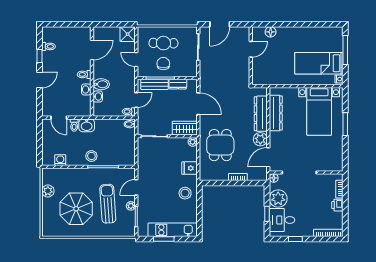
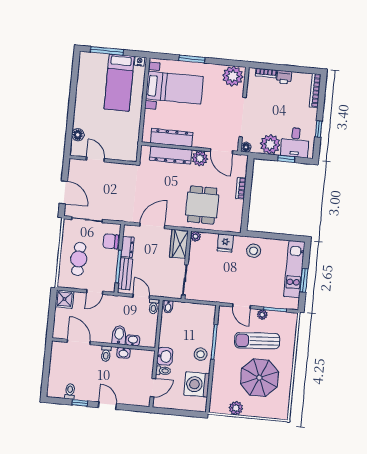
chair: (163, 64) -> (111, 241), moved
dining table: (220, 145) -> (202, 205), turned 90
washing machine: (60, 160) -> (197, 384), width x1.89, depth x1.89
plant: (334, 161) -> (233, 76), added

